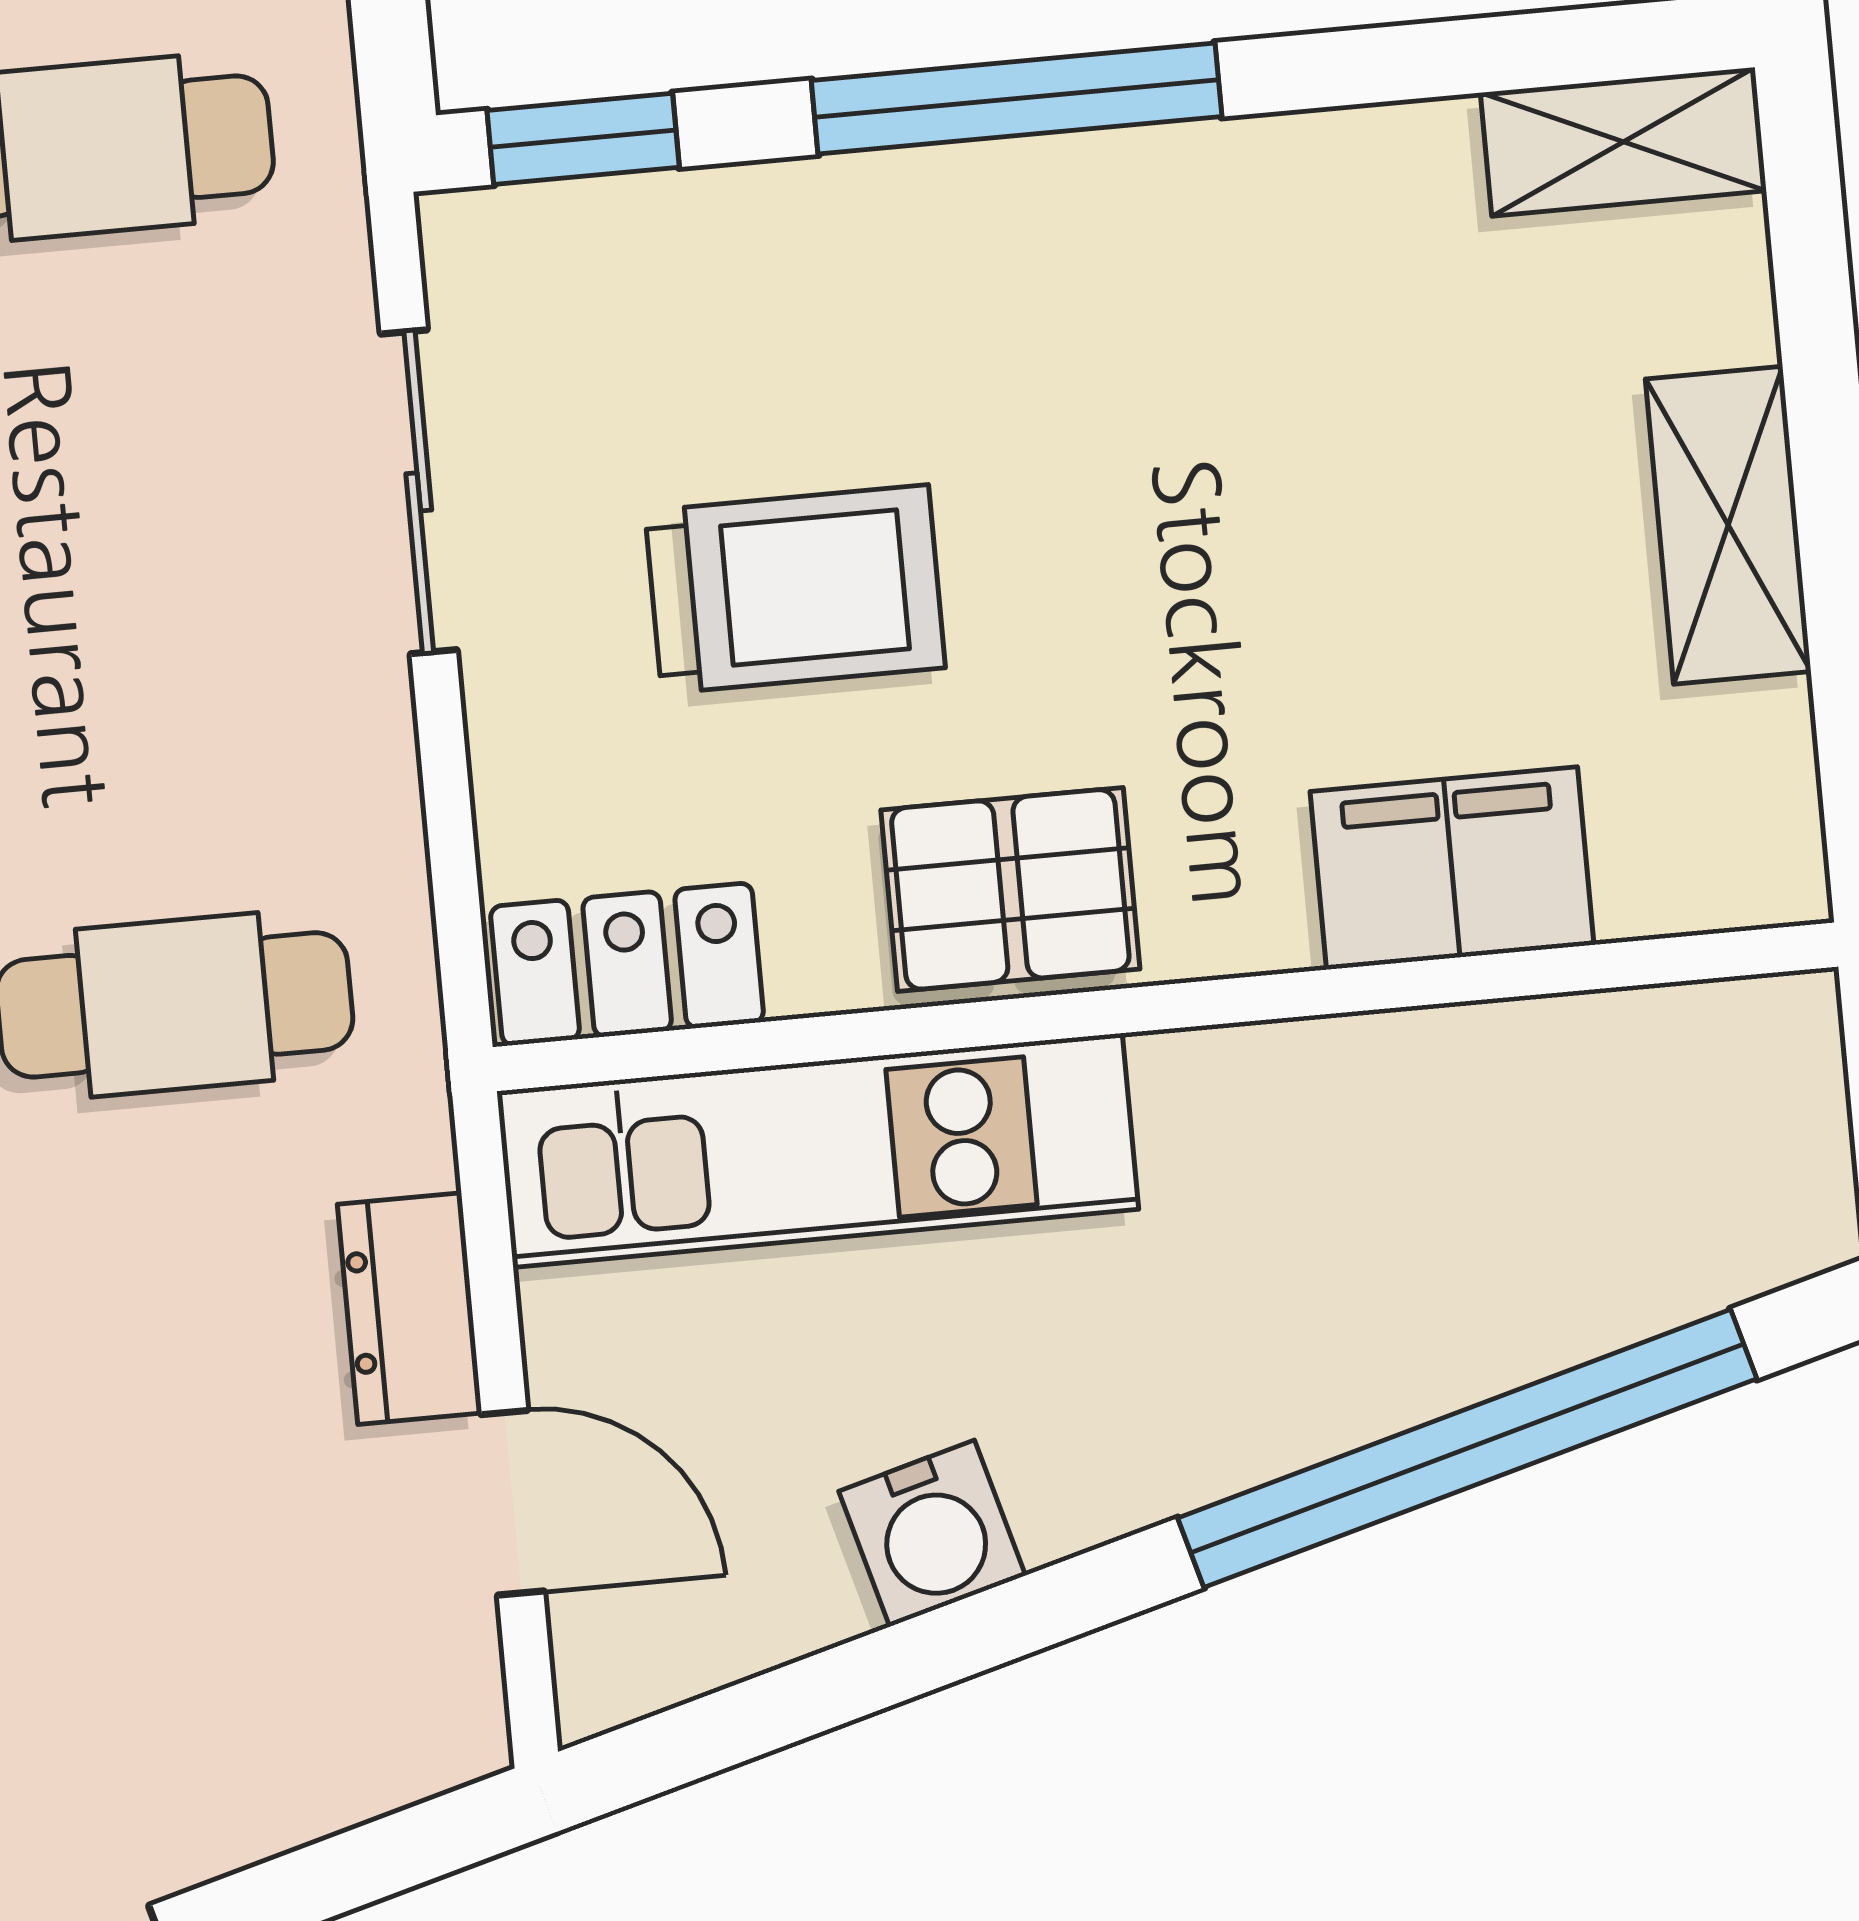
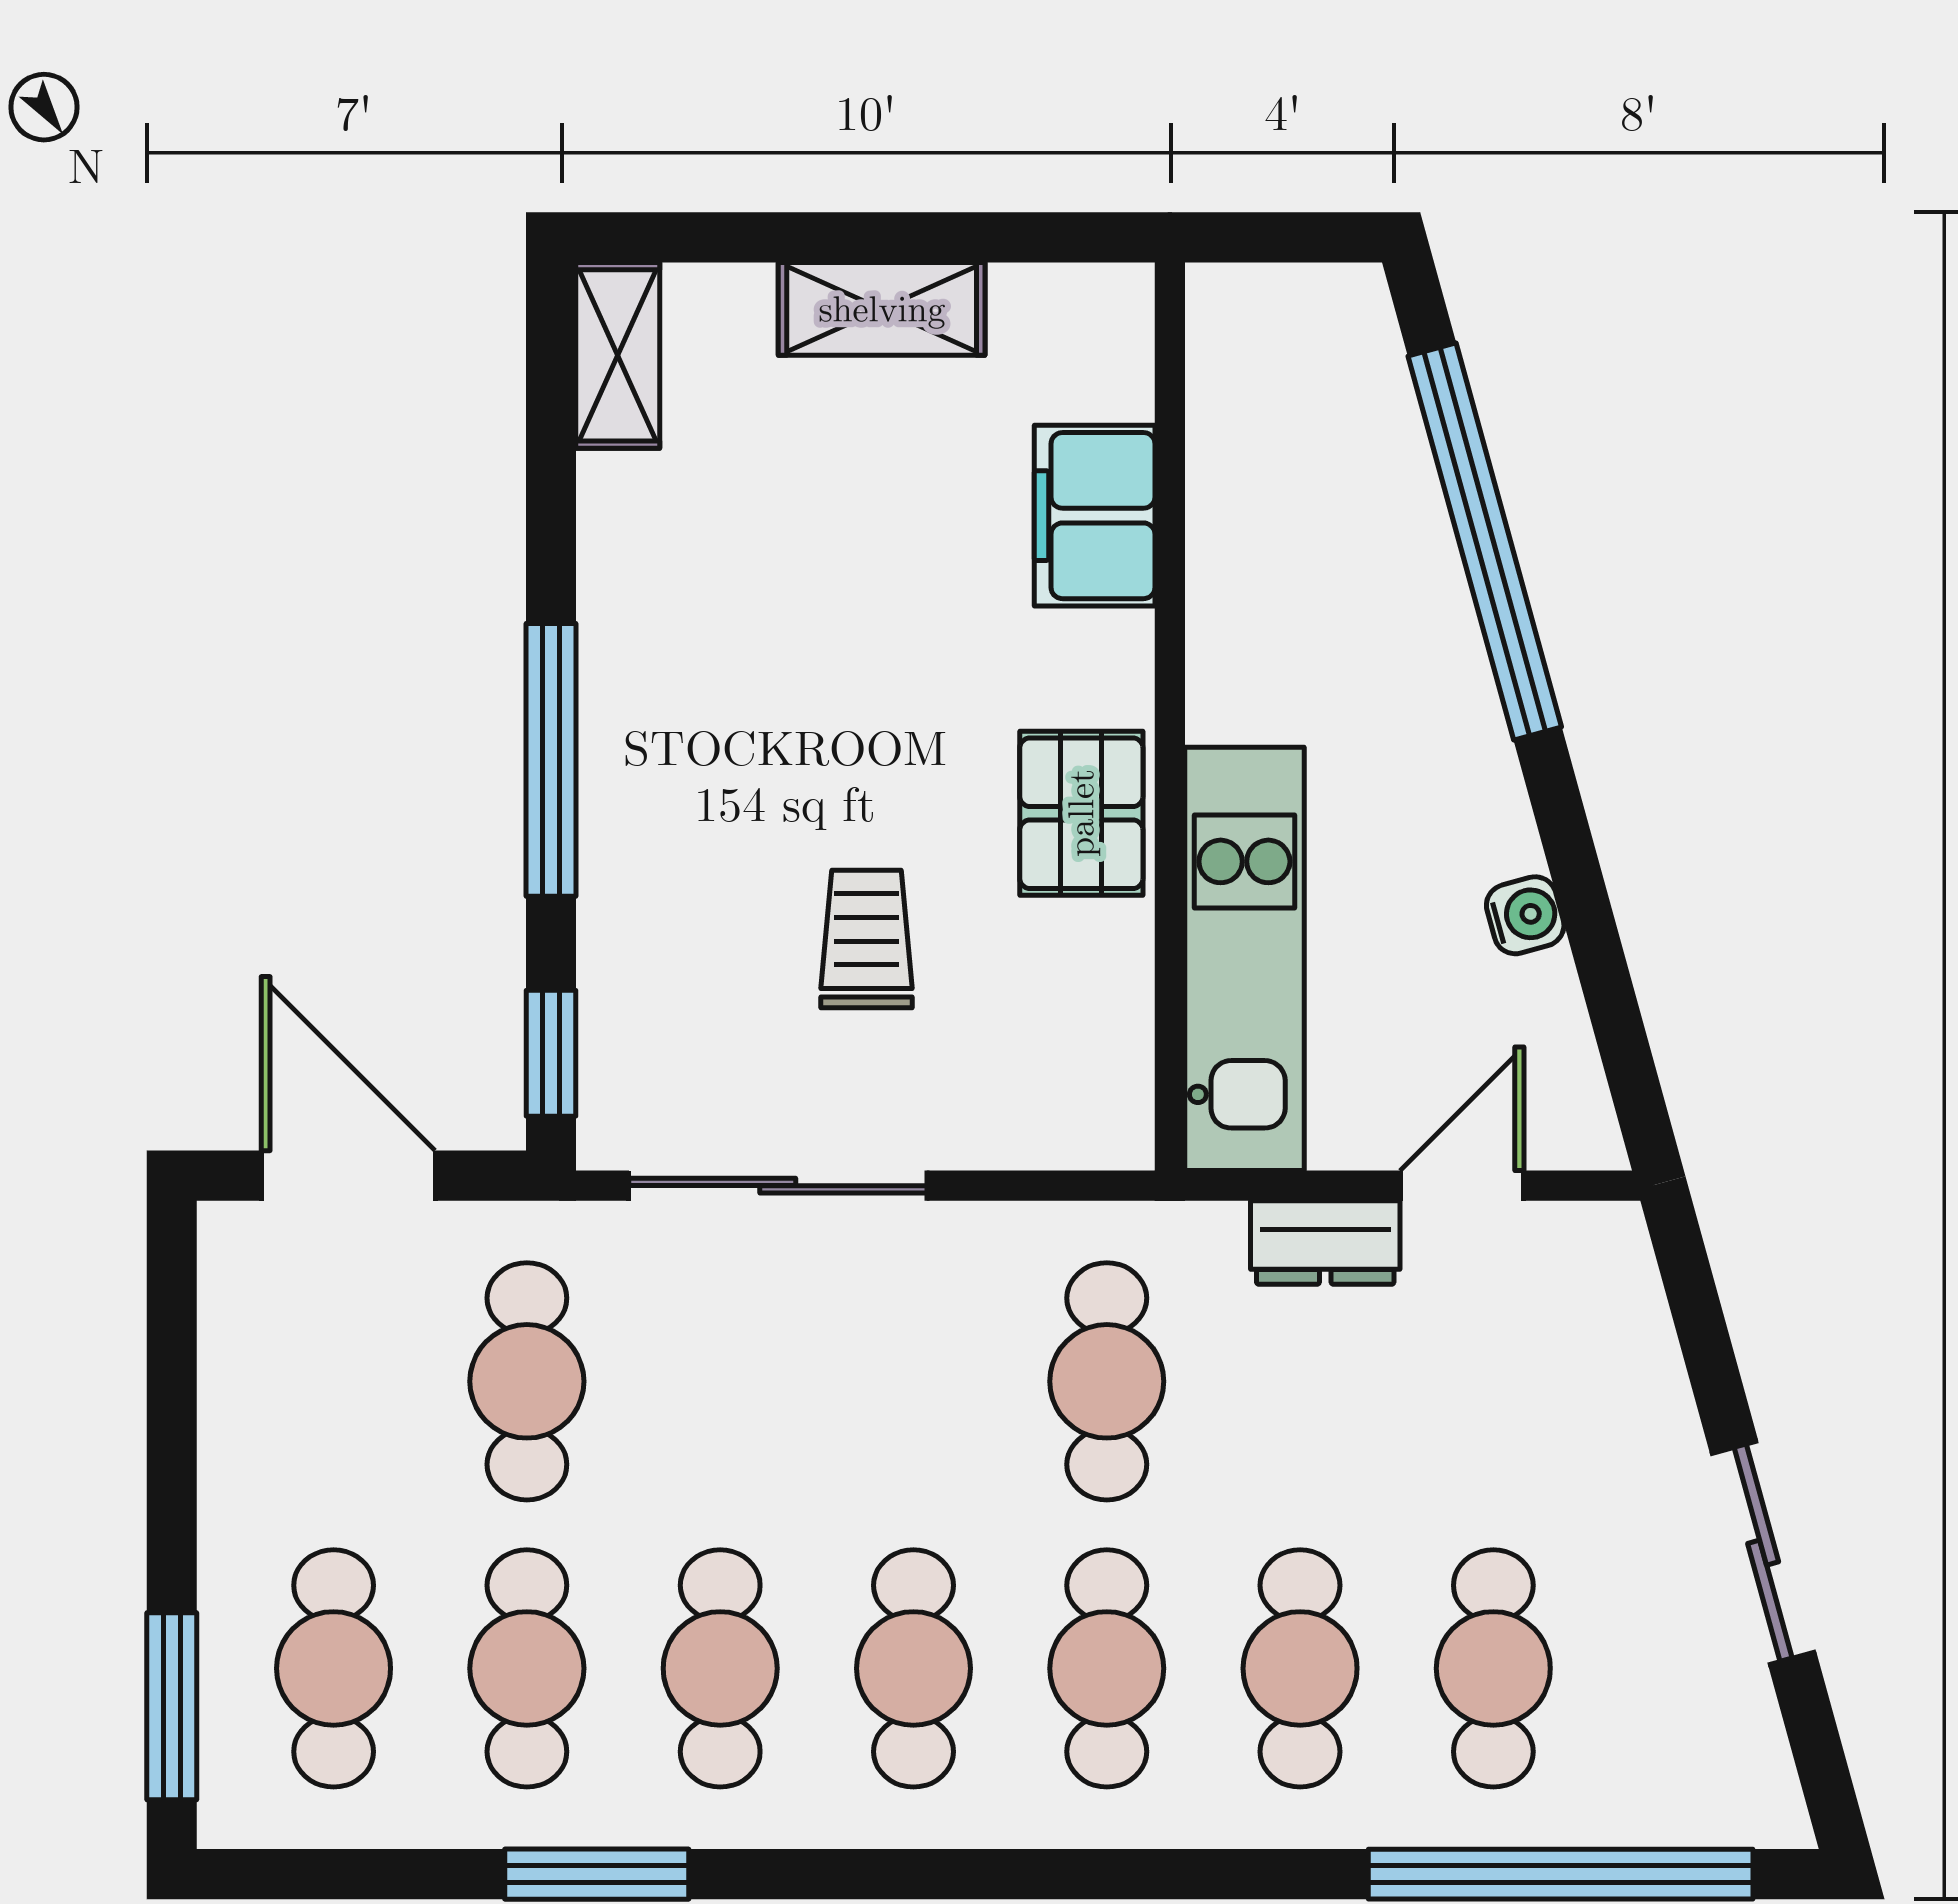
sliding door: (419, 492) -> (778, 1186), width x1.37
trolley: (795, 589) -> (867, 939), width x0.73, depth x0.72
locker: (627, 964) -> (1108, 1075), removed
water cooler: (932, 1533) -> (1525, 915), width x0.72, depth x0.72

